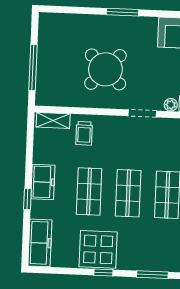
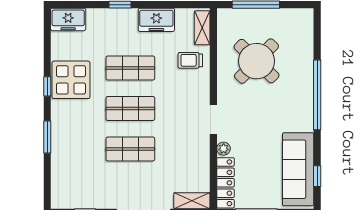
window: (123, 12) -> (317, 95), width x2.11
round table: (105, 69) -> (257, 61), moved
freezer: (43, 182) -> (156, 20), moved
freezer: (40, 243) -> (68, 19), width x0.71

